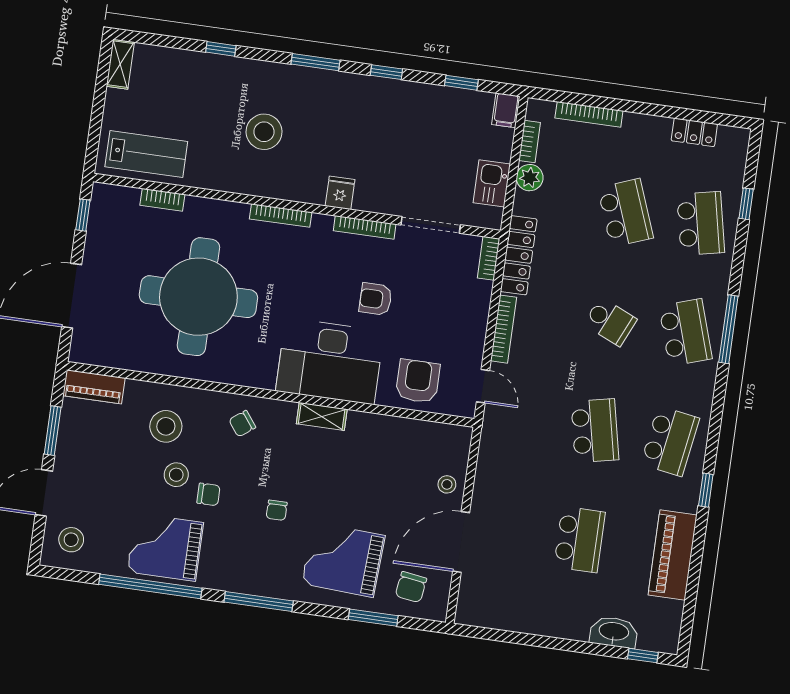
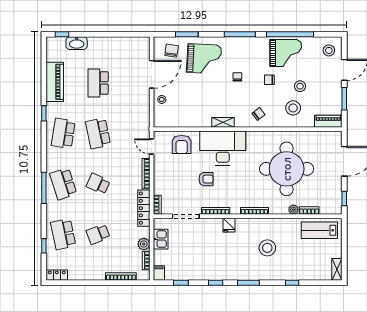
locker: (694, 132) -> (57, 275), moved
plant: (196, 207) -> (293, 210), added
school desk: (625, 213) -> (98, 234), width x0.54
stool: (176, 475) -> (300, 86), moved

